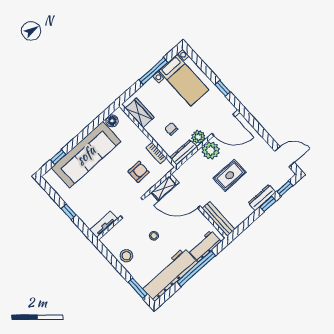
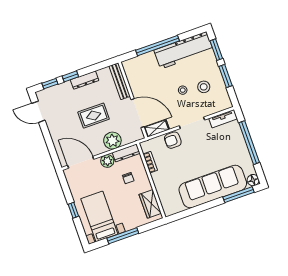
window: (223, 88) -> (73, 210), moved
floor lamp: (112, 121) -> (253, 180), moved
plant: (211, 151) -> (112, 141), moved
window: (58, 157) -> (239, 195), width x2.17
armchair: (139, 172) -> (173, 140), moved
dresser: (262, 198) -> (85, 80), moved
window: (69, 212) -> (249, 143), width x3.17
workbench: (205, 246) -> (142, 62), removed
stool: (126, 256) -> (204, 87), moved
window: (118, 267) -> (226, 76), added

